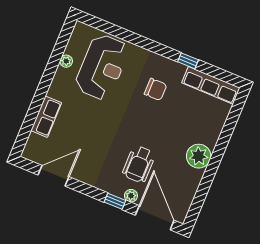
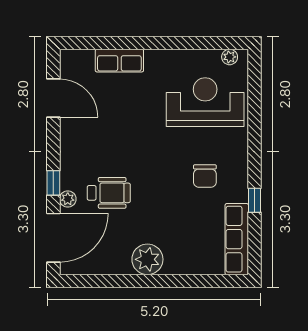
plant: (66, 61) -> (230, 57), moved
reception desk: (102, 67) -> (205, 102), turned 180
wheelchair: (139, 164) -> (109, 193), turned 180

